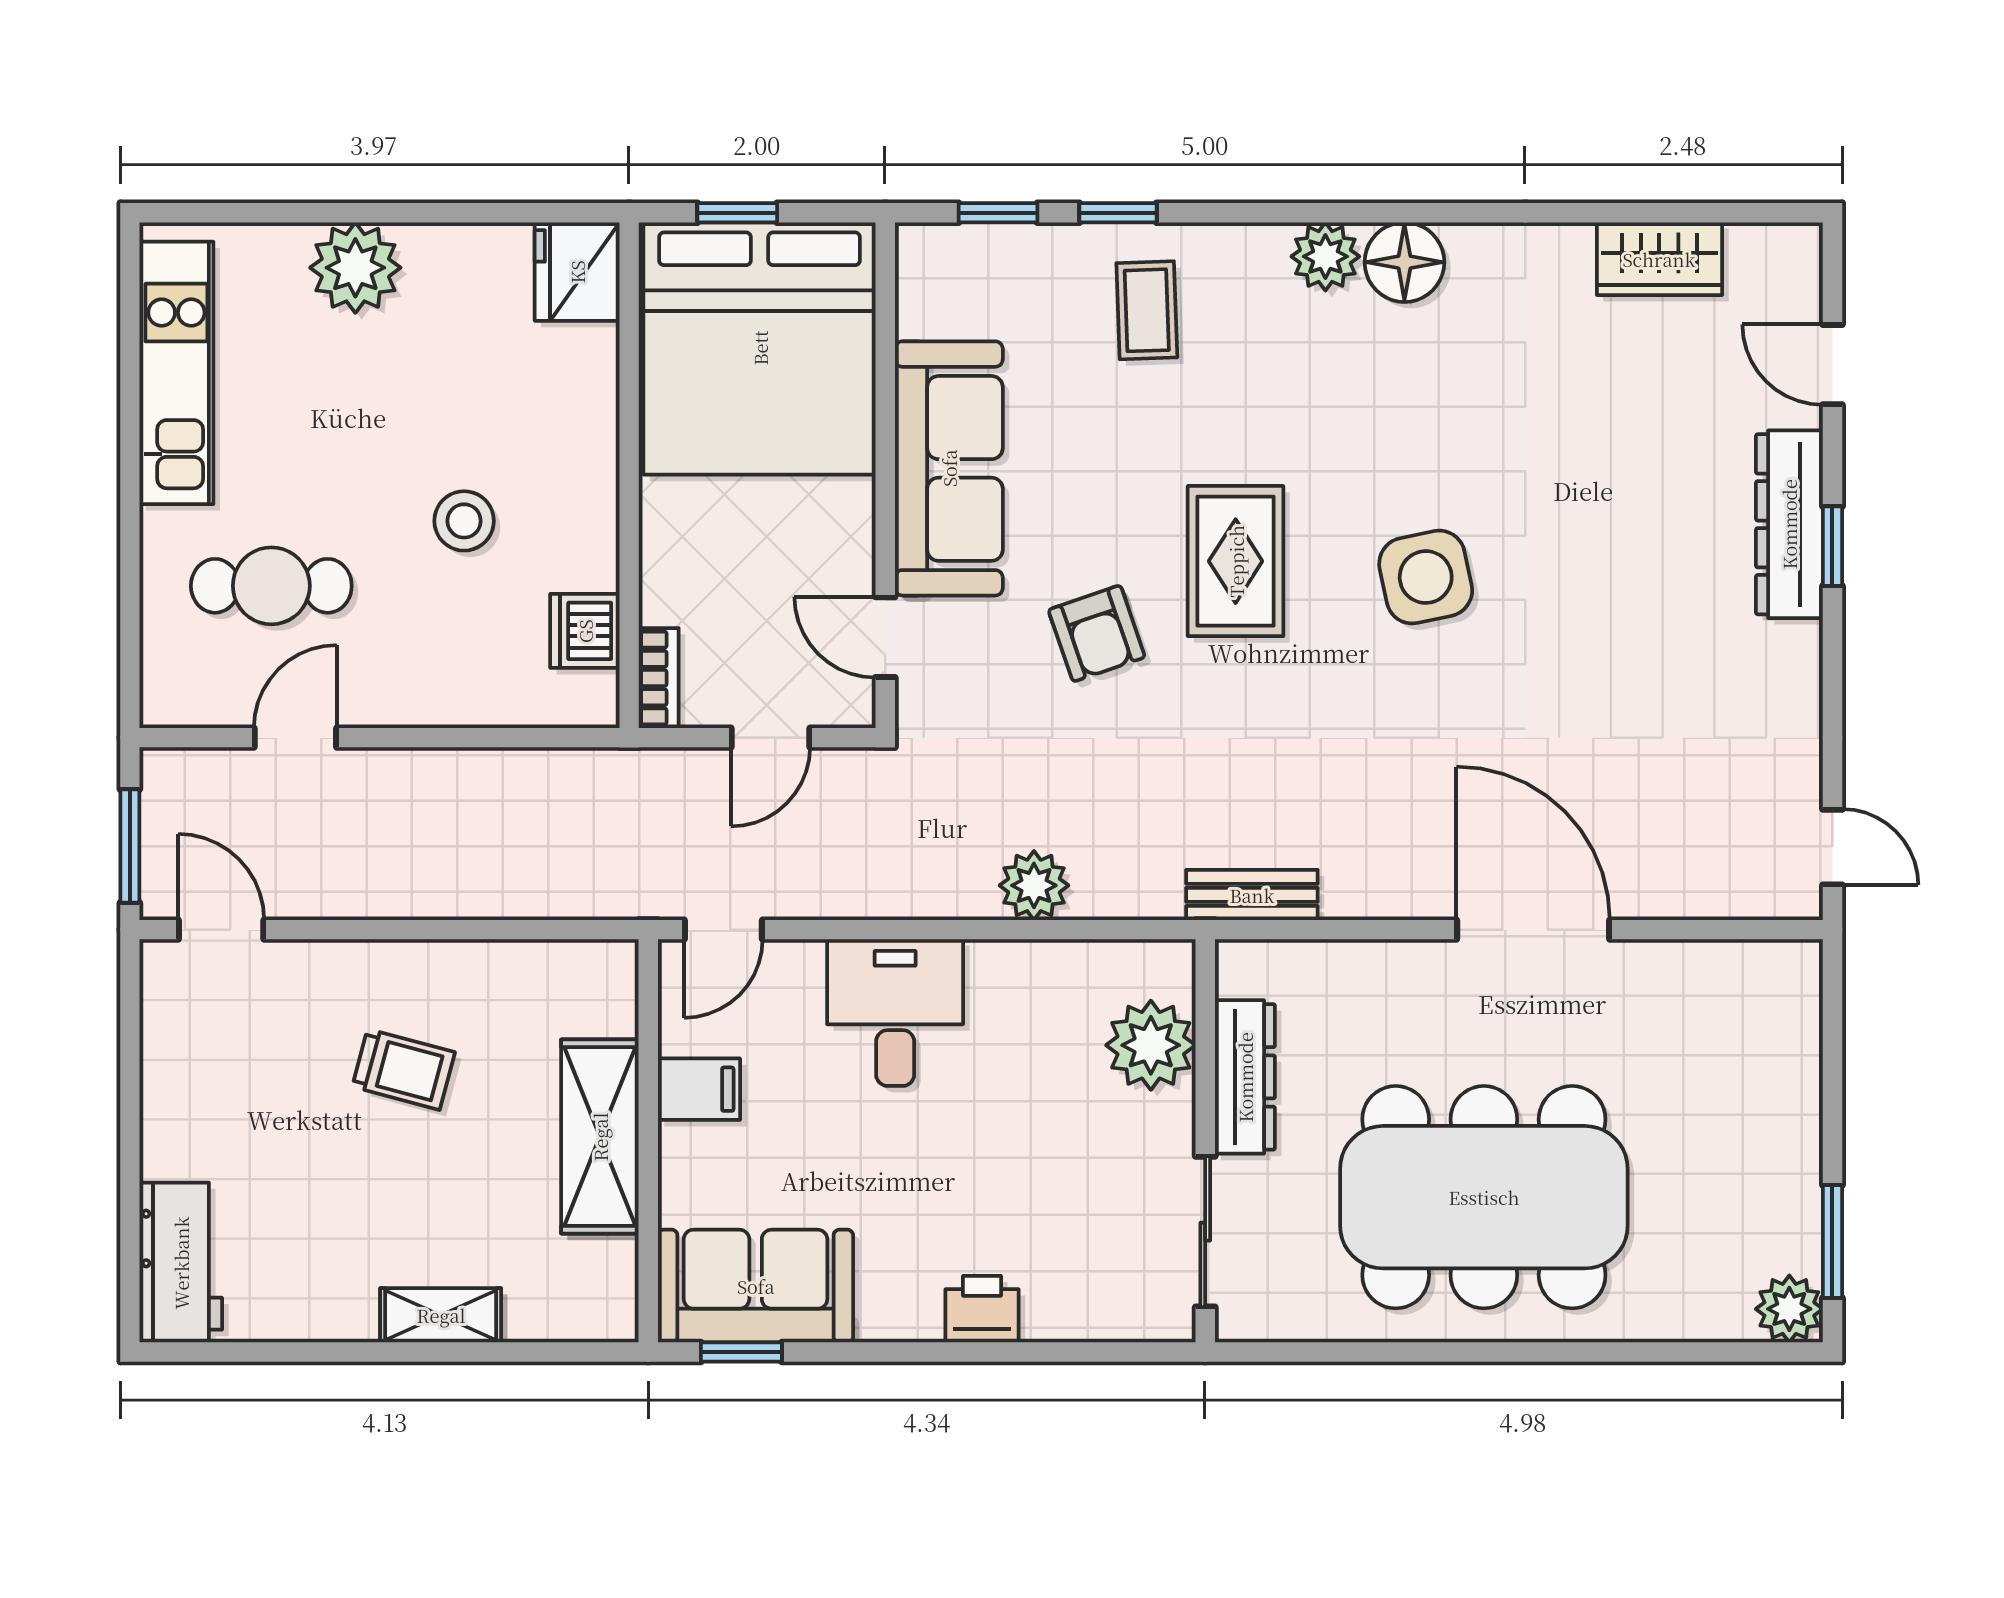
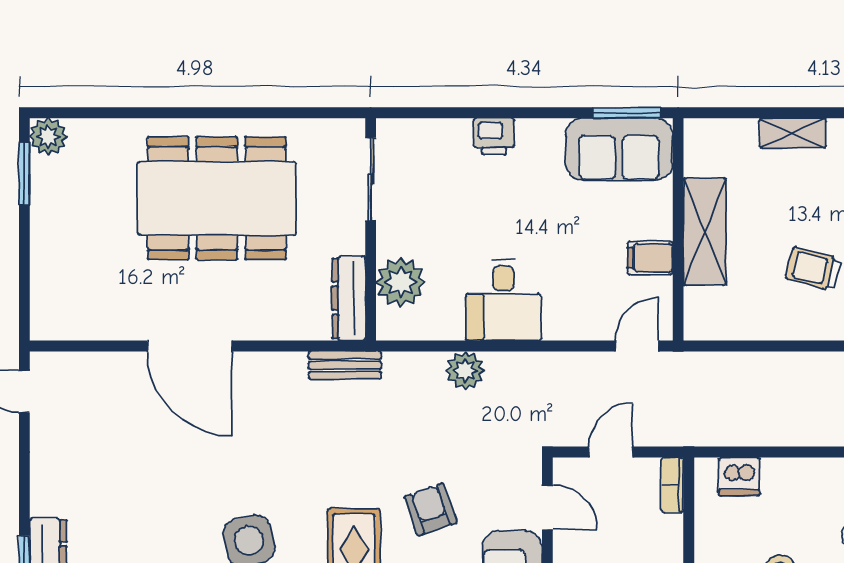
dishwasher: (585, 631) -> (739, 476), moved, turned 90
desk: (895, 1013) -> (503, 300), moved
dresser: (1245, 1077) -> (349, 298), moved
window: (741, 1352) -> (627, 113), width x1.50

